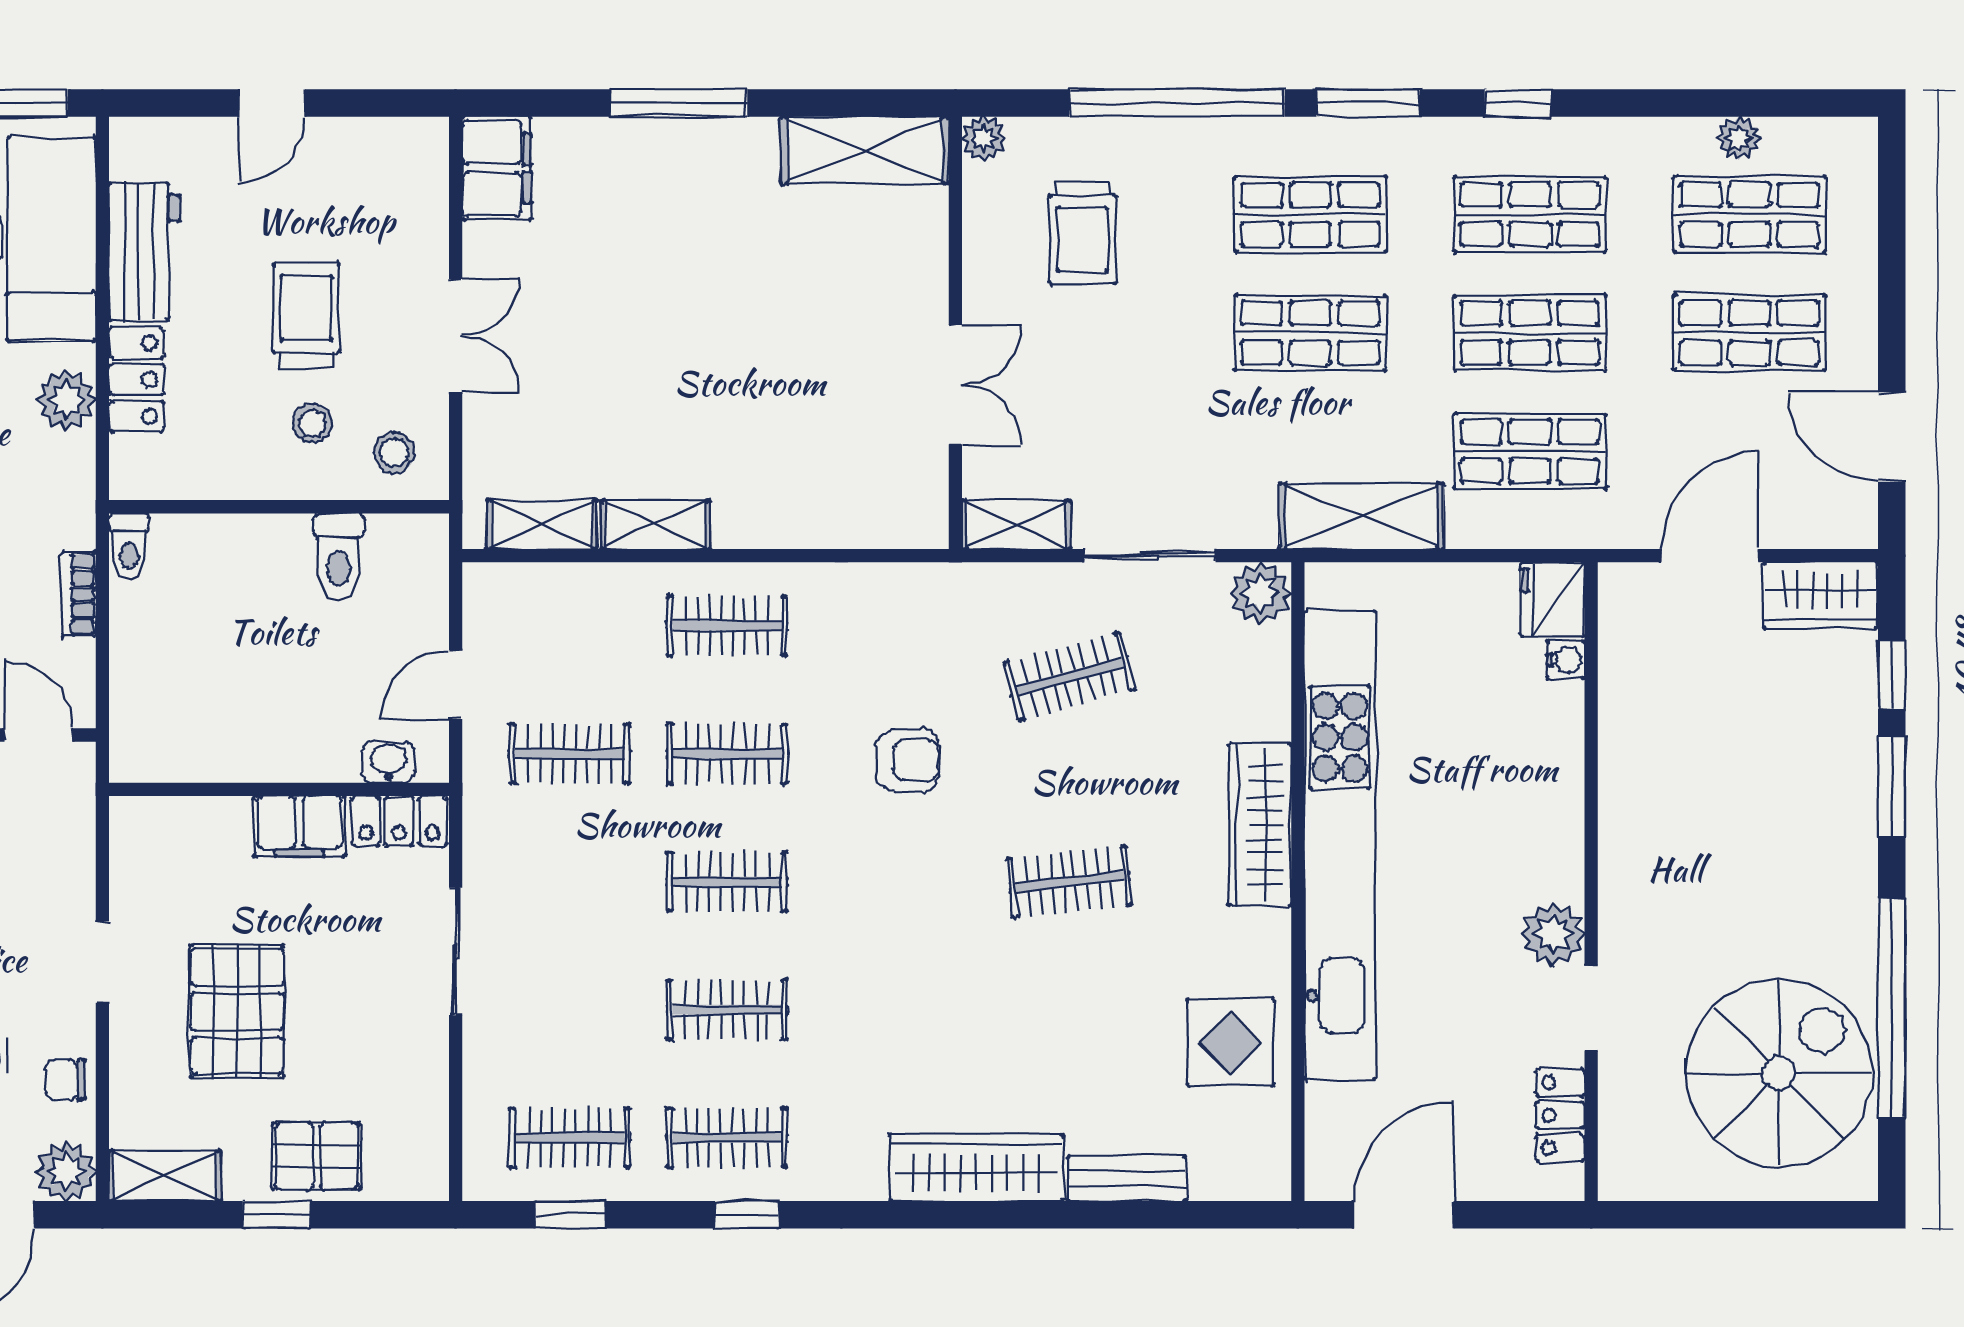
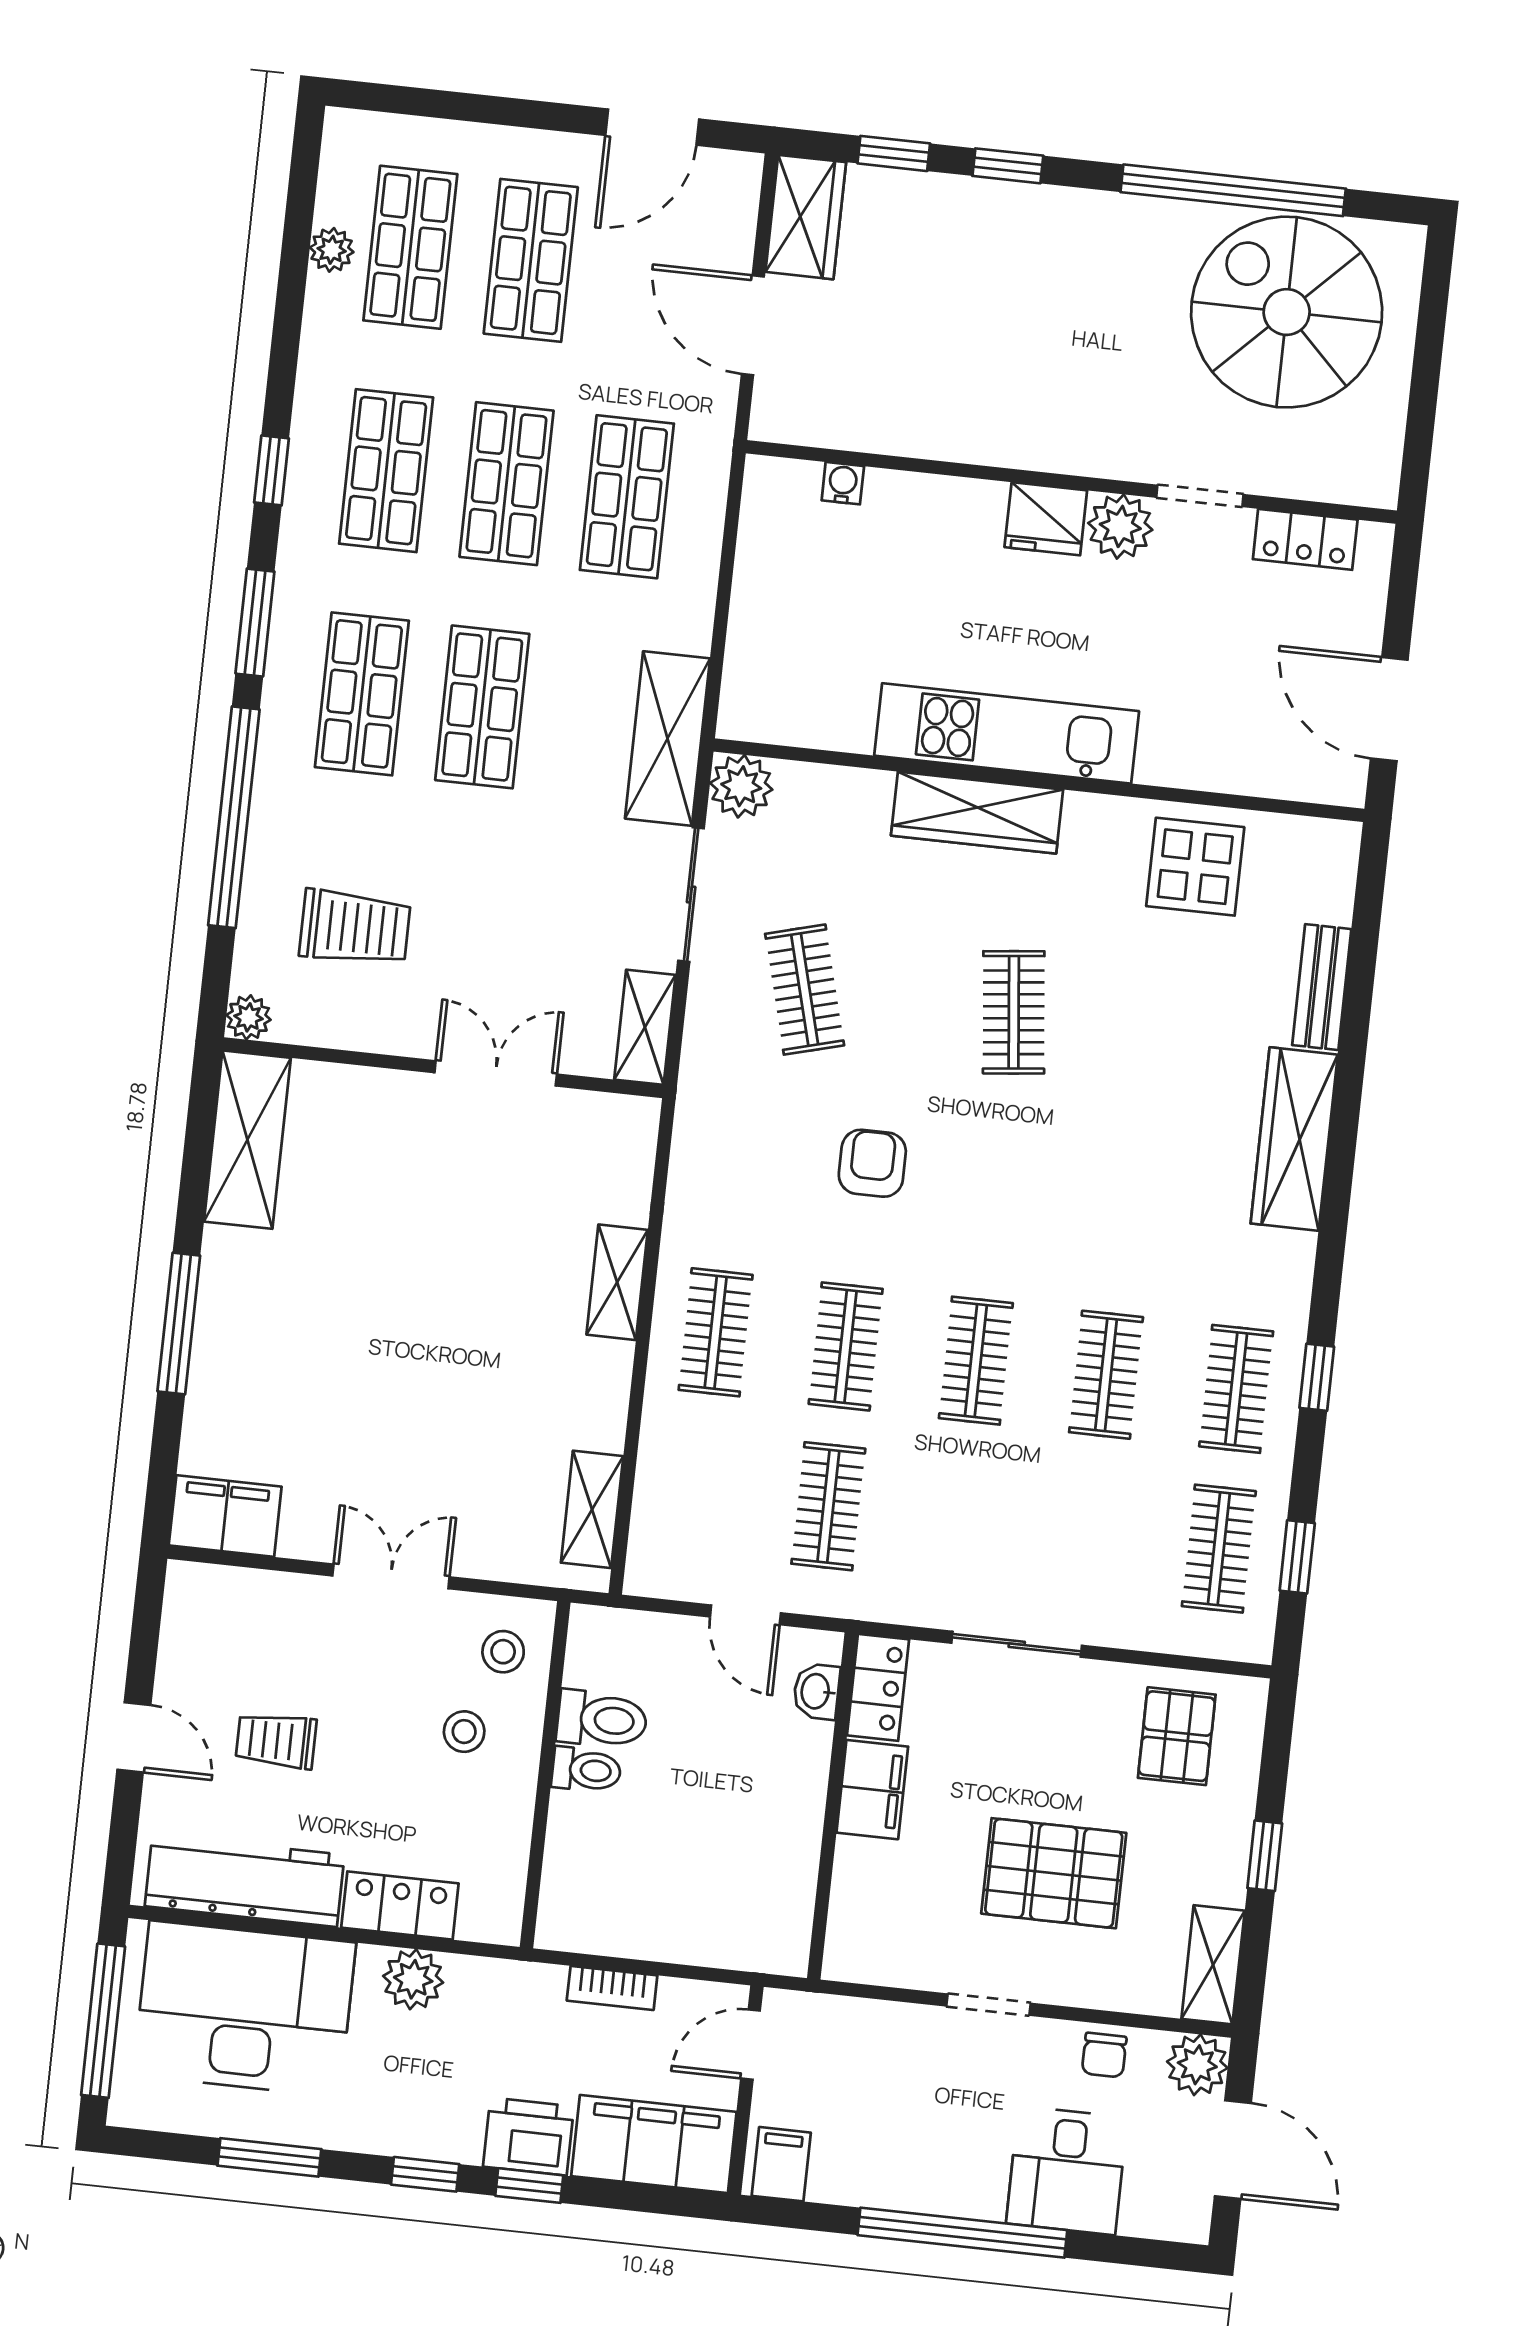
workbench: (144, 252) -> (245, 1881), width x1.38
trolley: (306, 315) -> (276, 1741), moved, width x0.73, depth x0.72
shelving: (1361, 516) -> (667, 739), moved
shelving: (656, 525) -> (617, 1282), moved
toilet: (129, 546) -> (586, 1770), moved
fridge: (1553, 599) -> (1046, 519), moved
window: (1892, 787) -> (1008, 166), width x0.67
kitchen unit: (1340, 845) -> (1007, 733), width x0.54
pallet: (317, 1156) -> (1177, 1736), moved

